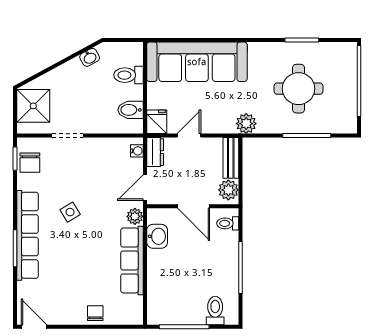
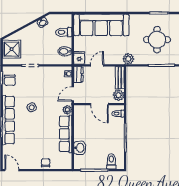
washbasin: (157, 236) -> (79, 148), moved

